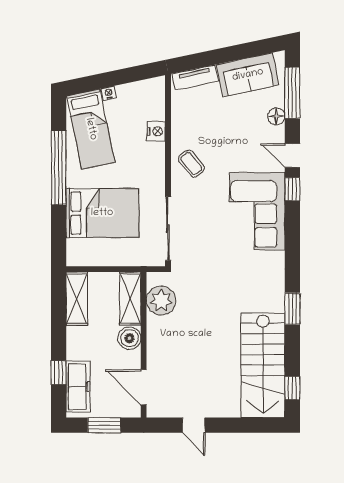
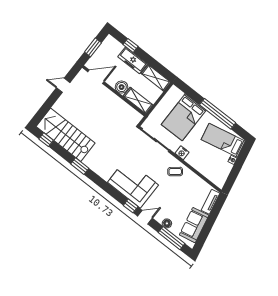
nightstand: (156, 131) -> (182, 153), moved
plant: (161, 301) -> (127, 113), removed
freezer: (78, 387) -> (133, 60), moved

